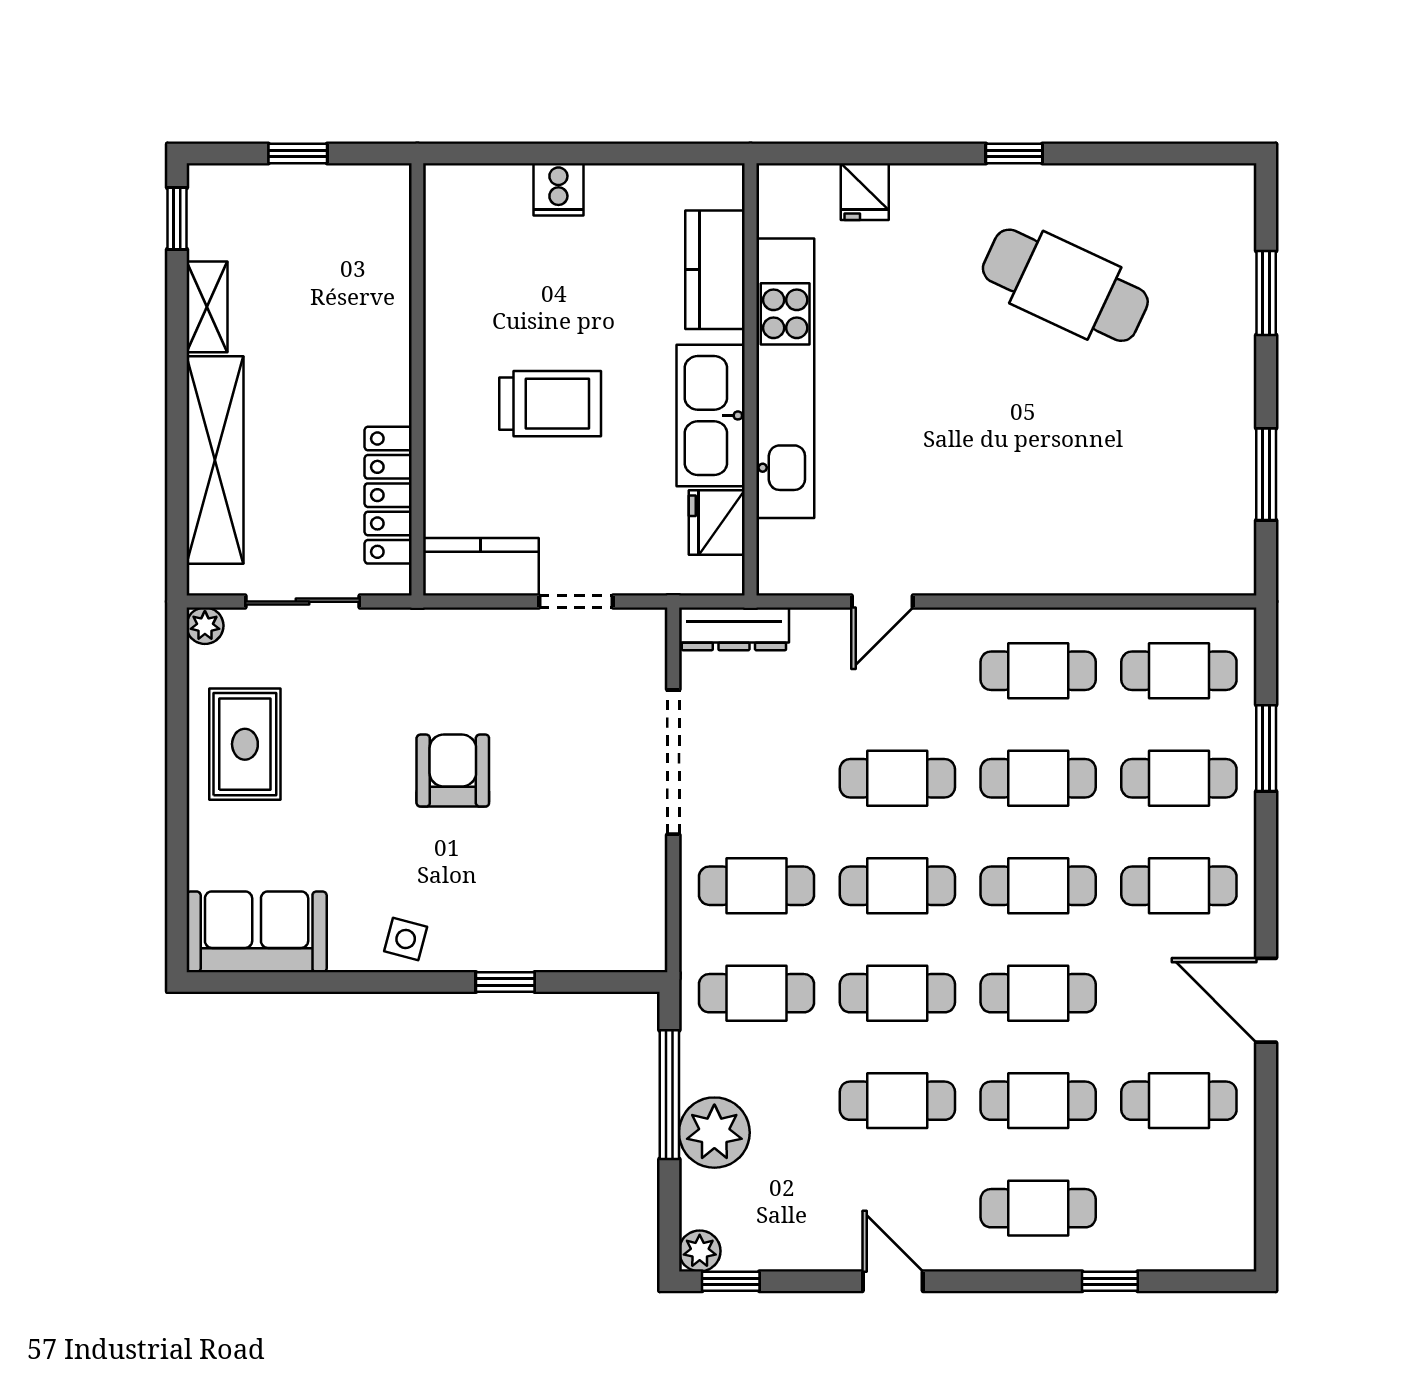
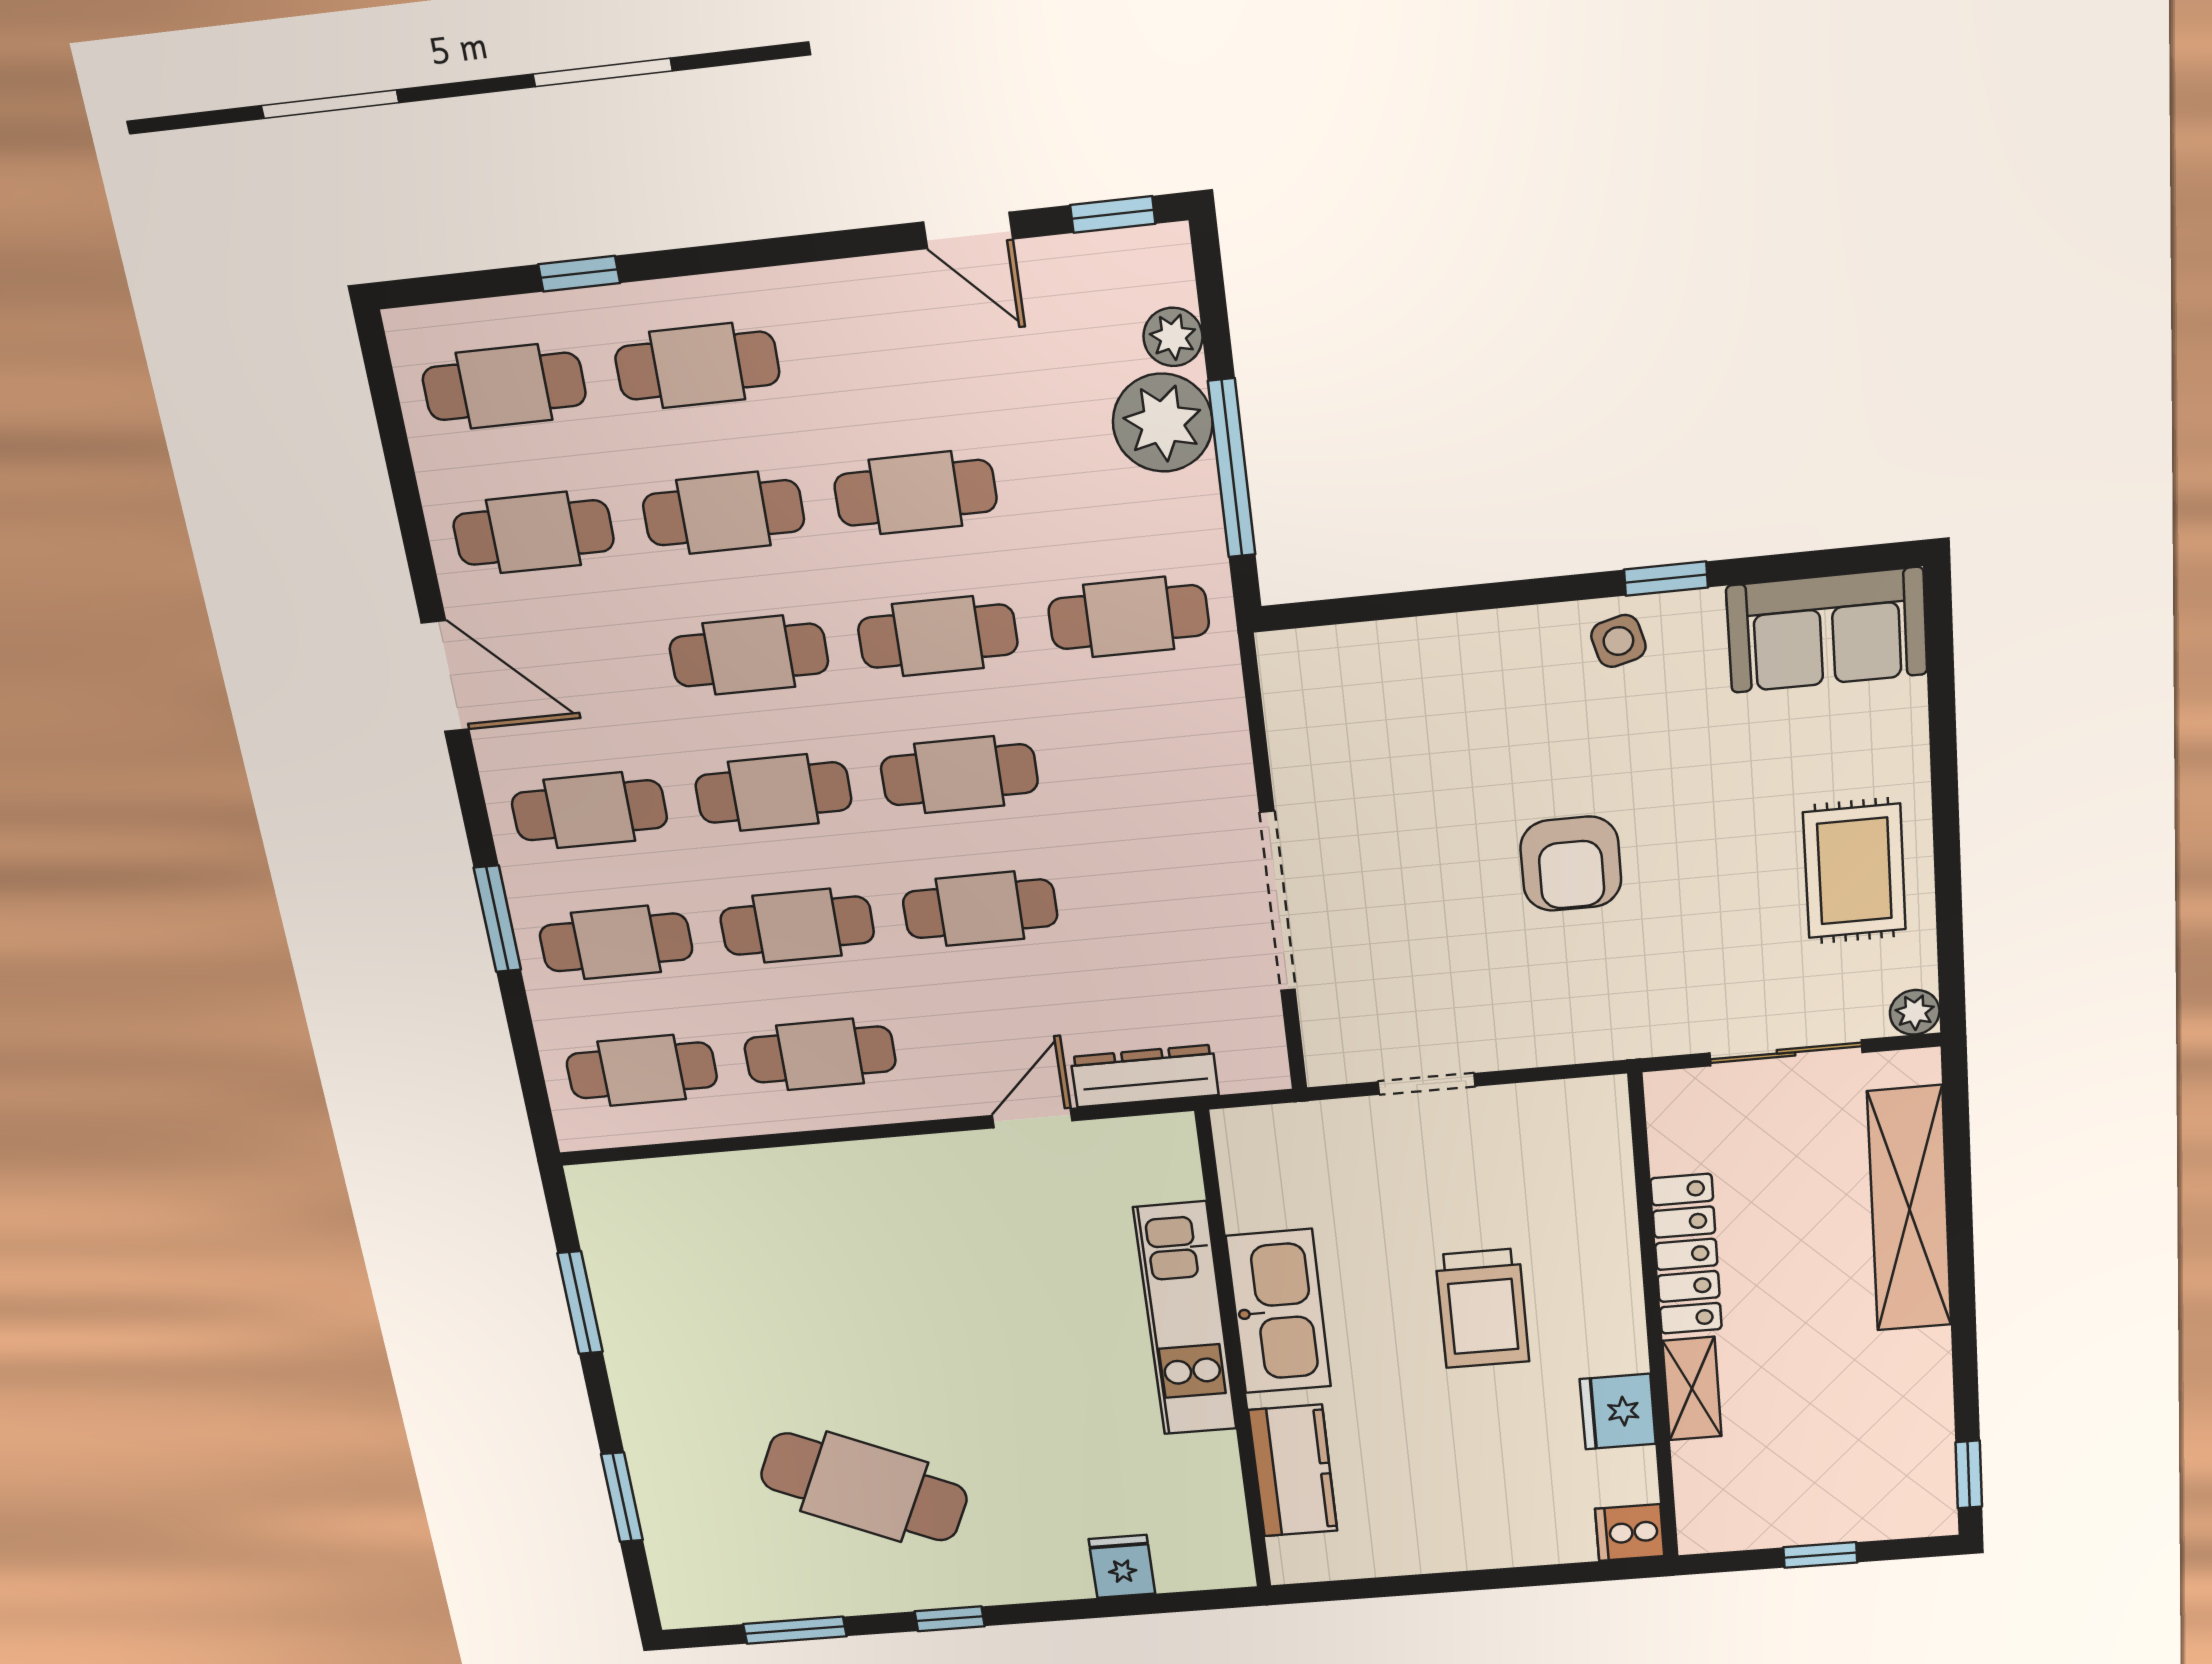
window: (1145, 153) -> (795, 1630), added
cooker: (558, 189) -> (1630, 1533), moved, turned -90
shelving: (207, 307) -> (1692, 1389), moved
kitchen unit: (785, 378) -> (1185, 1319), width x0.73
trolley: (550, 404) -> (1482, 1308), turned -90
locker: (388, 495) -> (1686, 1254), moved
fridge: (717, 523) -> (1618, 1412), moved, turned 180
kitchen counter: (481, 567) -> (1554, 1114), removed
dresser: (734, 629) -> (1145, 1076), moved
window: (1266, 748) -> (497, 919), moved
cafe table: (757, 886) -> (504, 386), moved
side table: (406, 939) -> (1618, 641), turned -30
window: (505, 982) -> (1666, 579), moved
plant: (700, 1251) -> (1173, 337), moved
door: (893, 1281) -> (968, 230), moved

